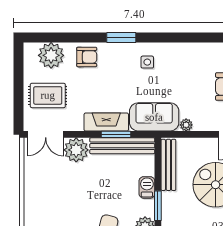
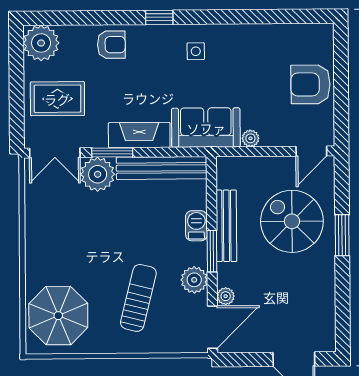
window: (121, 38) -> (159, 17), width x0.67
plant: (51, 55) -> (41, 43), moved
window: (116, 134) -> (112, 152), moved
bench: (168, 165) -> (226, 226), moved

